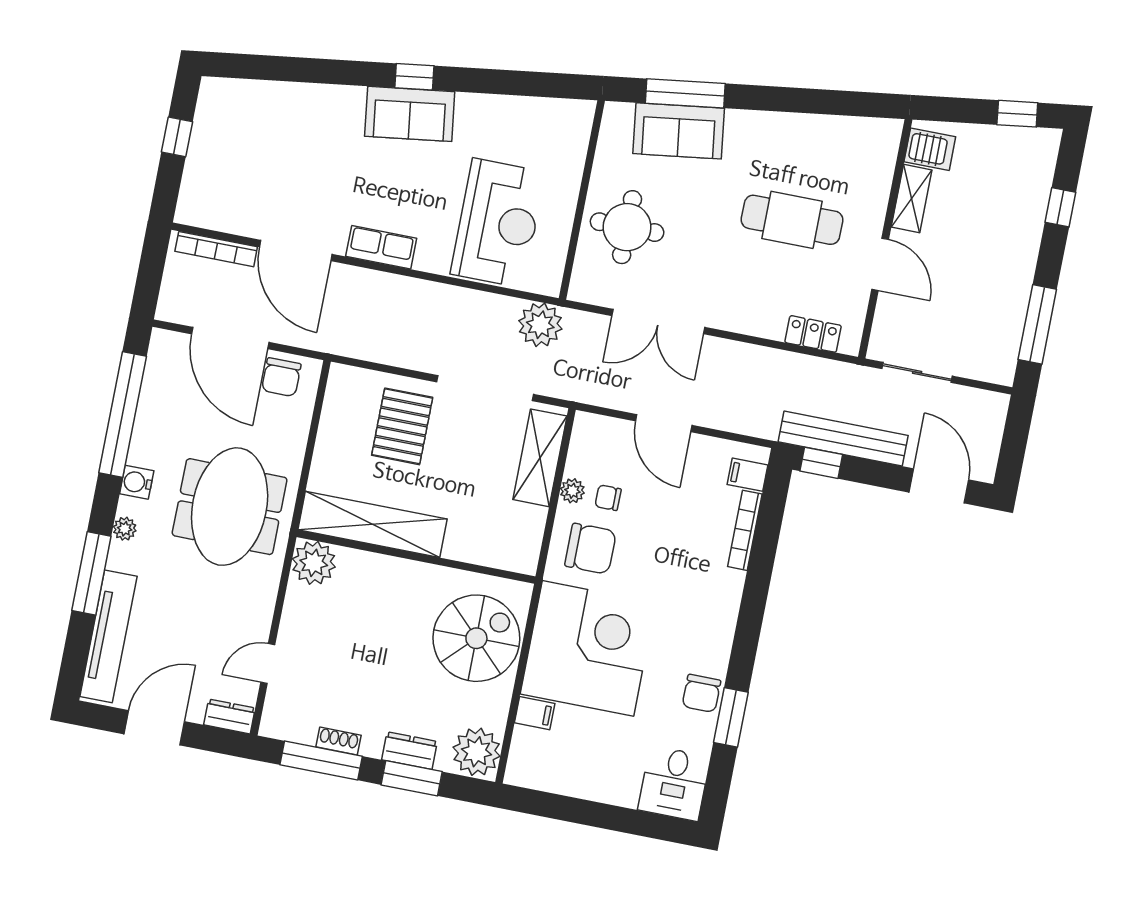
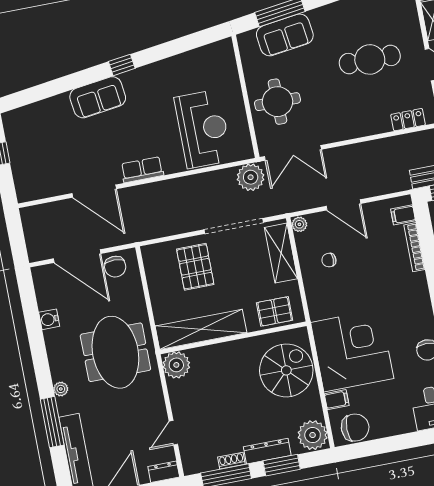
sofa: (410, 114) -> (98, 97), moved
bookcase: (216, 249) -> (49, 209), removed
double door: (658, 322) -> (293, 153), moved
window: (123, 415) -> (33, 324), removed
water cooler: (137, 482) -> (49, 319), moved
plant: (572, 491) -> (299, 224), moved
pallet: (495, 542) -> (275, 311), added
chair: (591, 549) -> (355, 428), moved
dresser: (410, 751) -> (267, 451), width x1.44

